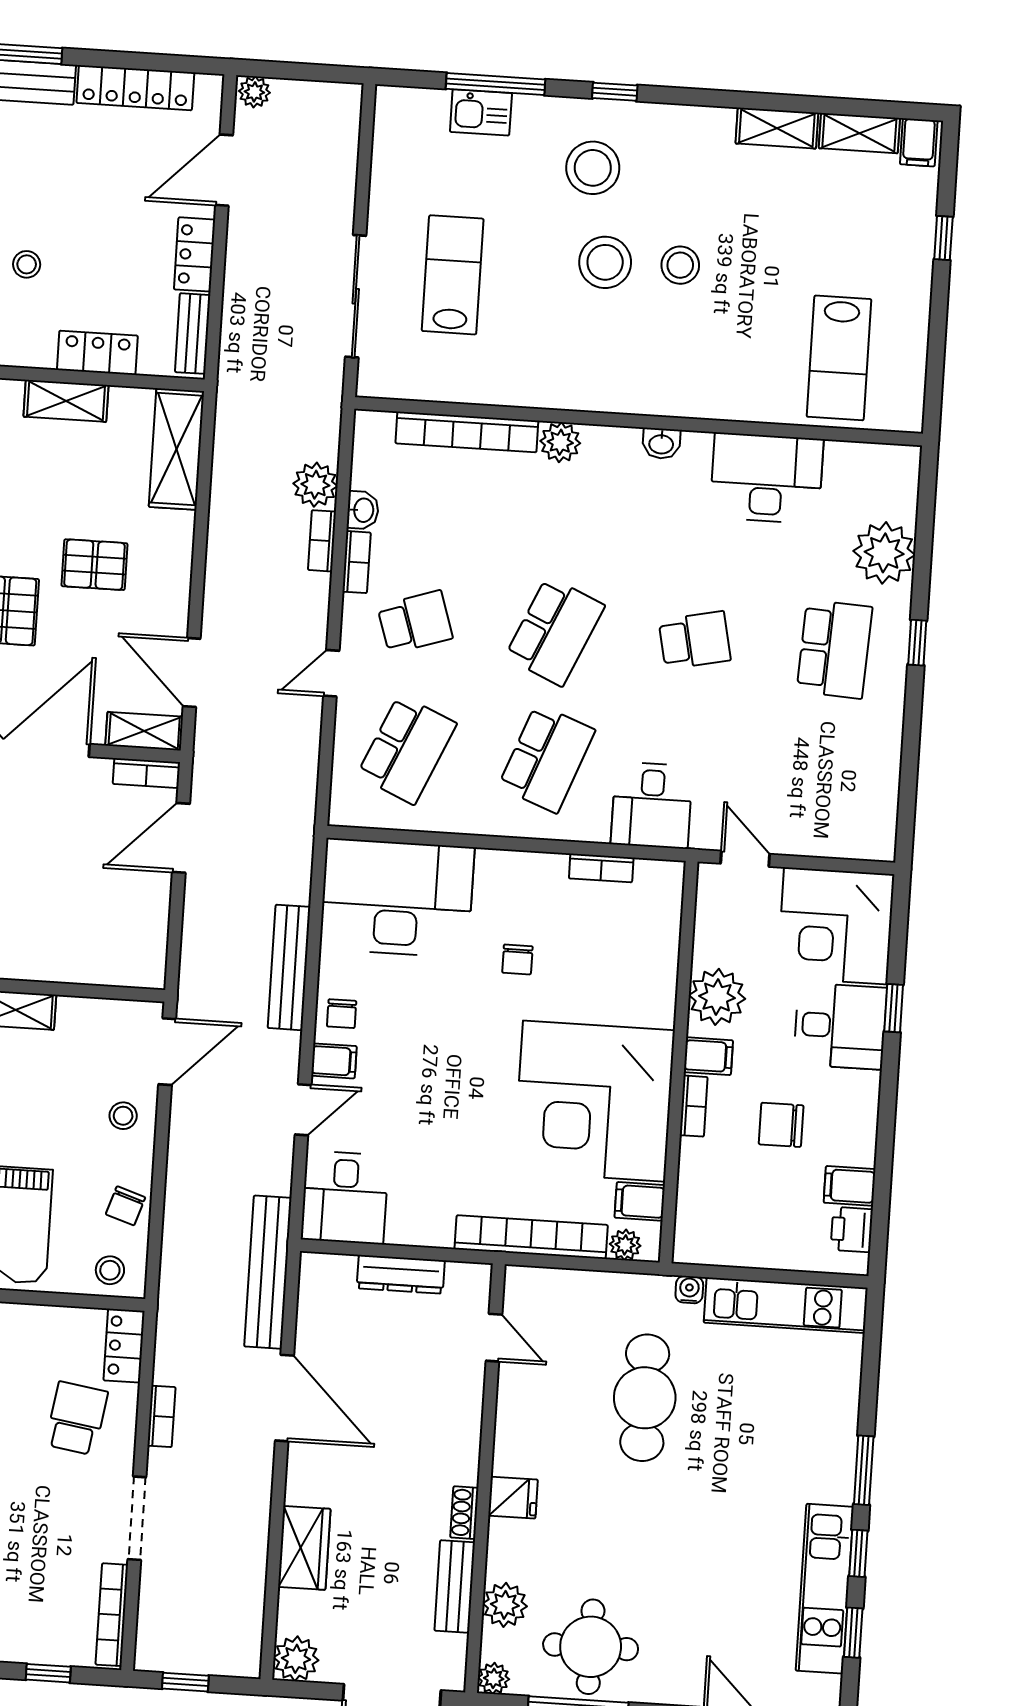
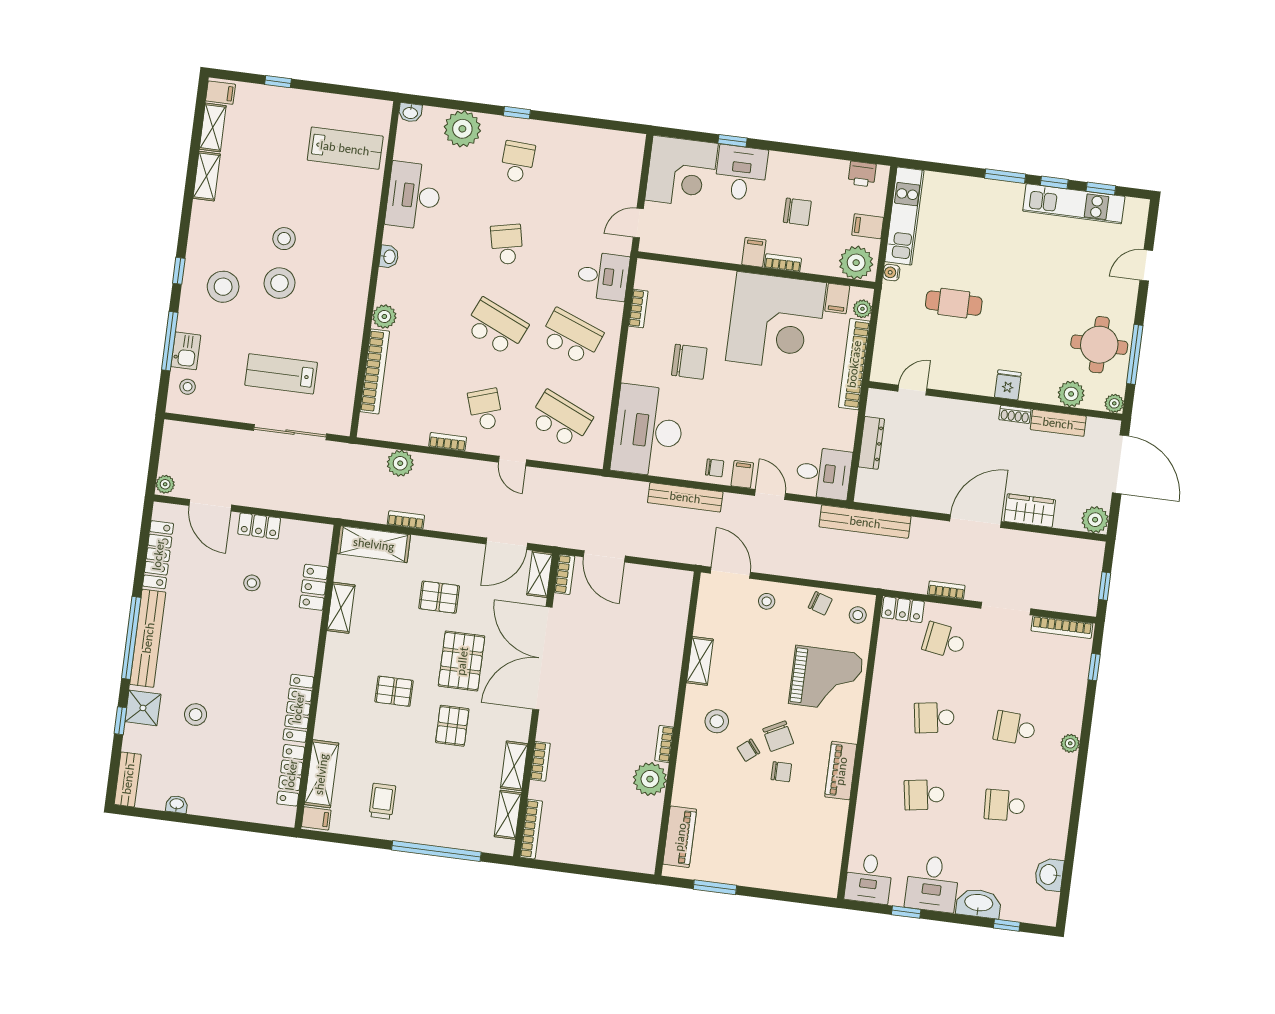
stool: (421, 119) -> (188, 387), added
stool: (27, 264) -> (252, 583), moved
bench: (193, 334) -> (306, 530), removed
washbasin: (363, 510) -> (410, 112), moved, turned 180
bookcase: (322, 541) -> (406, 520), moved, turned 180
pallet: (94, 565) -> (439, 597), turned 90
school desk: (834, 649) -> (518, 162), width x0.54
chair: (517, 959) -> (689, 362), width x1.87, depth x1.87
plant: (717, 997) -> (856, 263), moved
chair: (781, 1125) -> (797, 212), turned -90
filing cabinet: (850, 1186) -> (868, 226), moved, turned 90
door: (284, 1398) -> (976, 521), moved
cafe table: (645, 1398) -> (954, 303), width x0.73, depth x0.74

